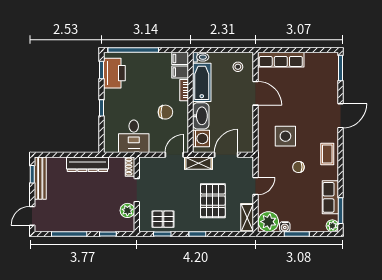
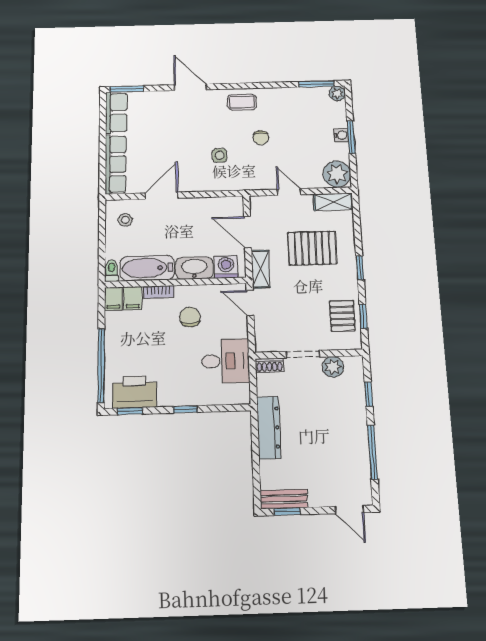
side table: (285, 136) -> (220, 155), width x0.54, depth x0.54
bench: (40, 178) -> (284, 499), width x0.73
row of seats: (330, 197) -> (116, 112), moved, turned -90
water cooler: (285, 227) -> (341, 135), moved

